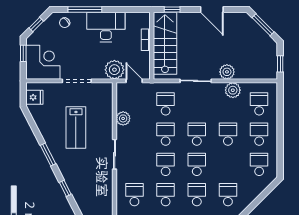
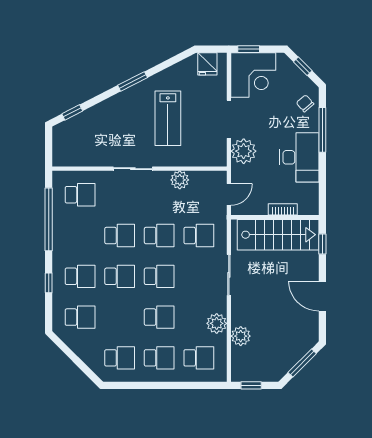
door: (212, 9) -> (322, 296), hinge flipped
window: (23, 53) -> (249, 49), moved
plant: (114, 70) -> (244, 151), moved
plant: (227, 72) -> (241, 336), moved
lab bench: (76, 127) -> (168, 118), turned -90
window: (65, 188) -> (72, 112), moved
school desk: (166, 195) -> (80, 236), removed

